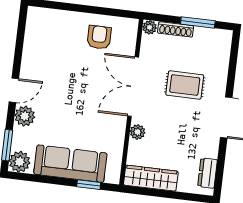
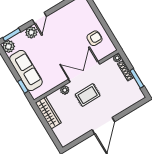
rug: (185, 85) -> (88, 95), moved, turned 90
door: (14, 90) -> (39, 18), hinge flipped
dresser: (208, 173) -> (71, 137), removed

